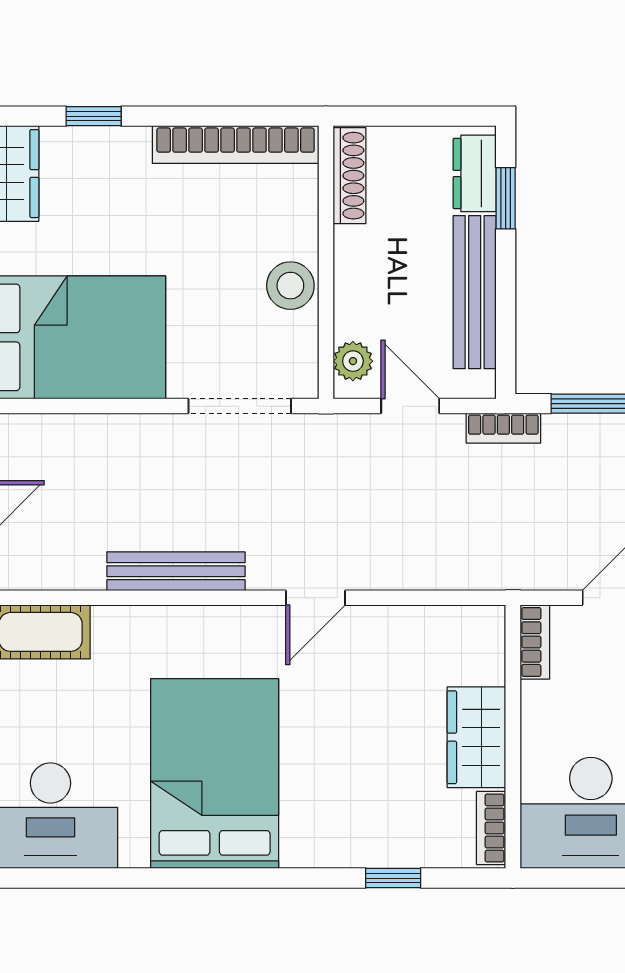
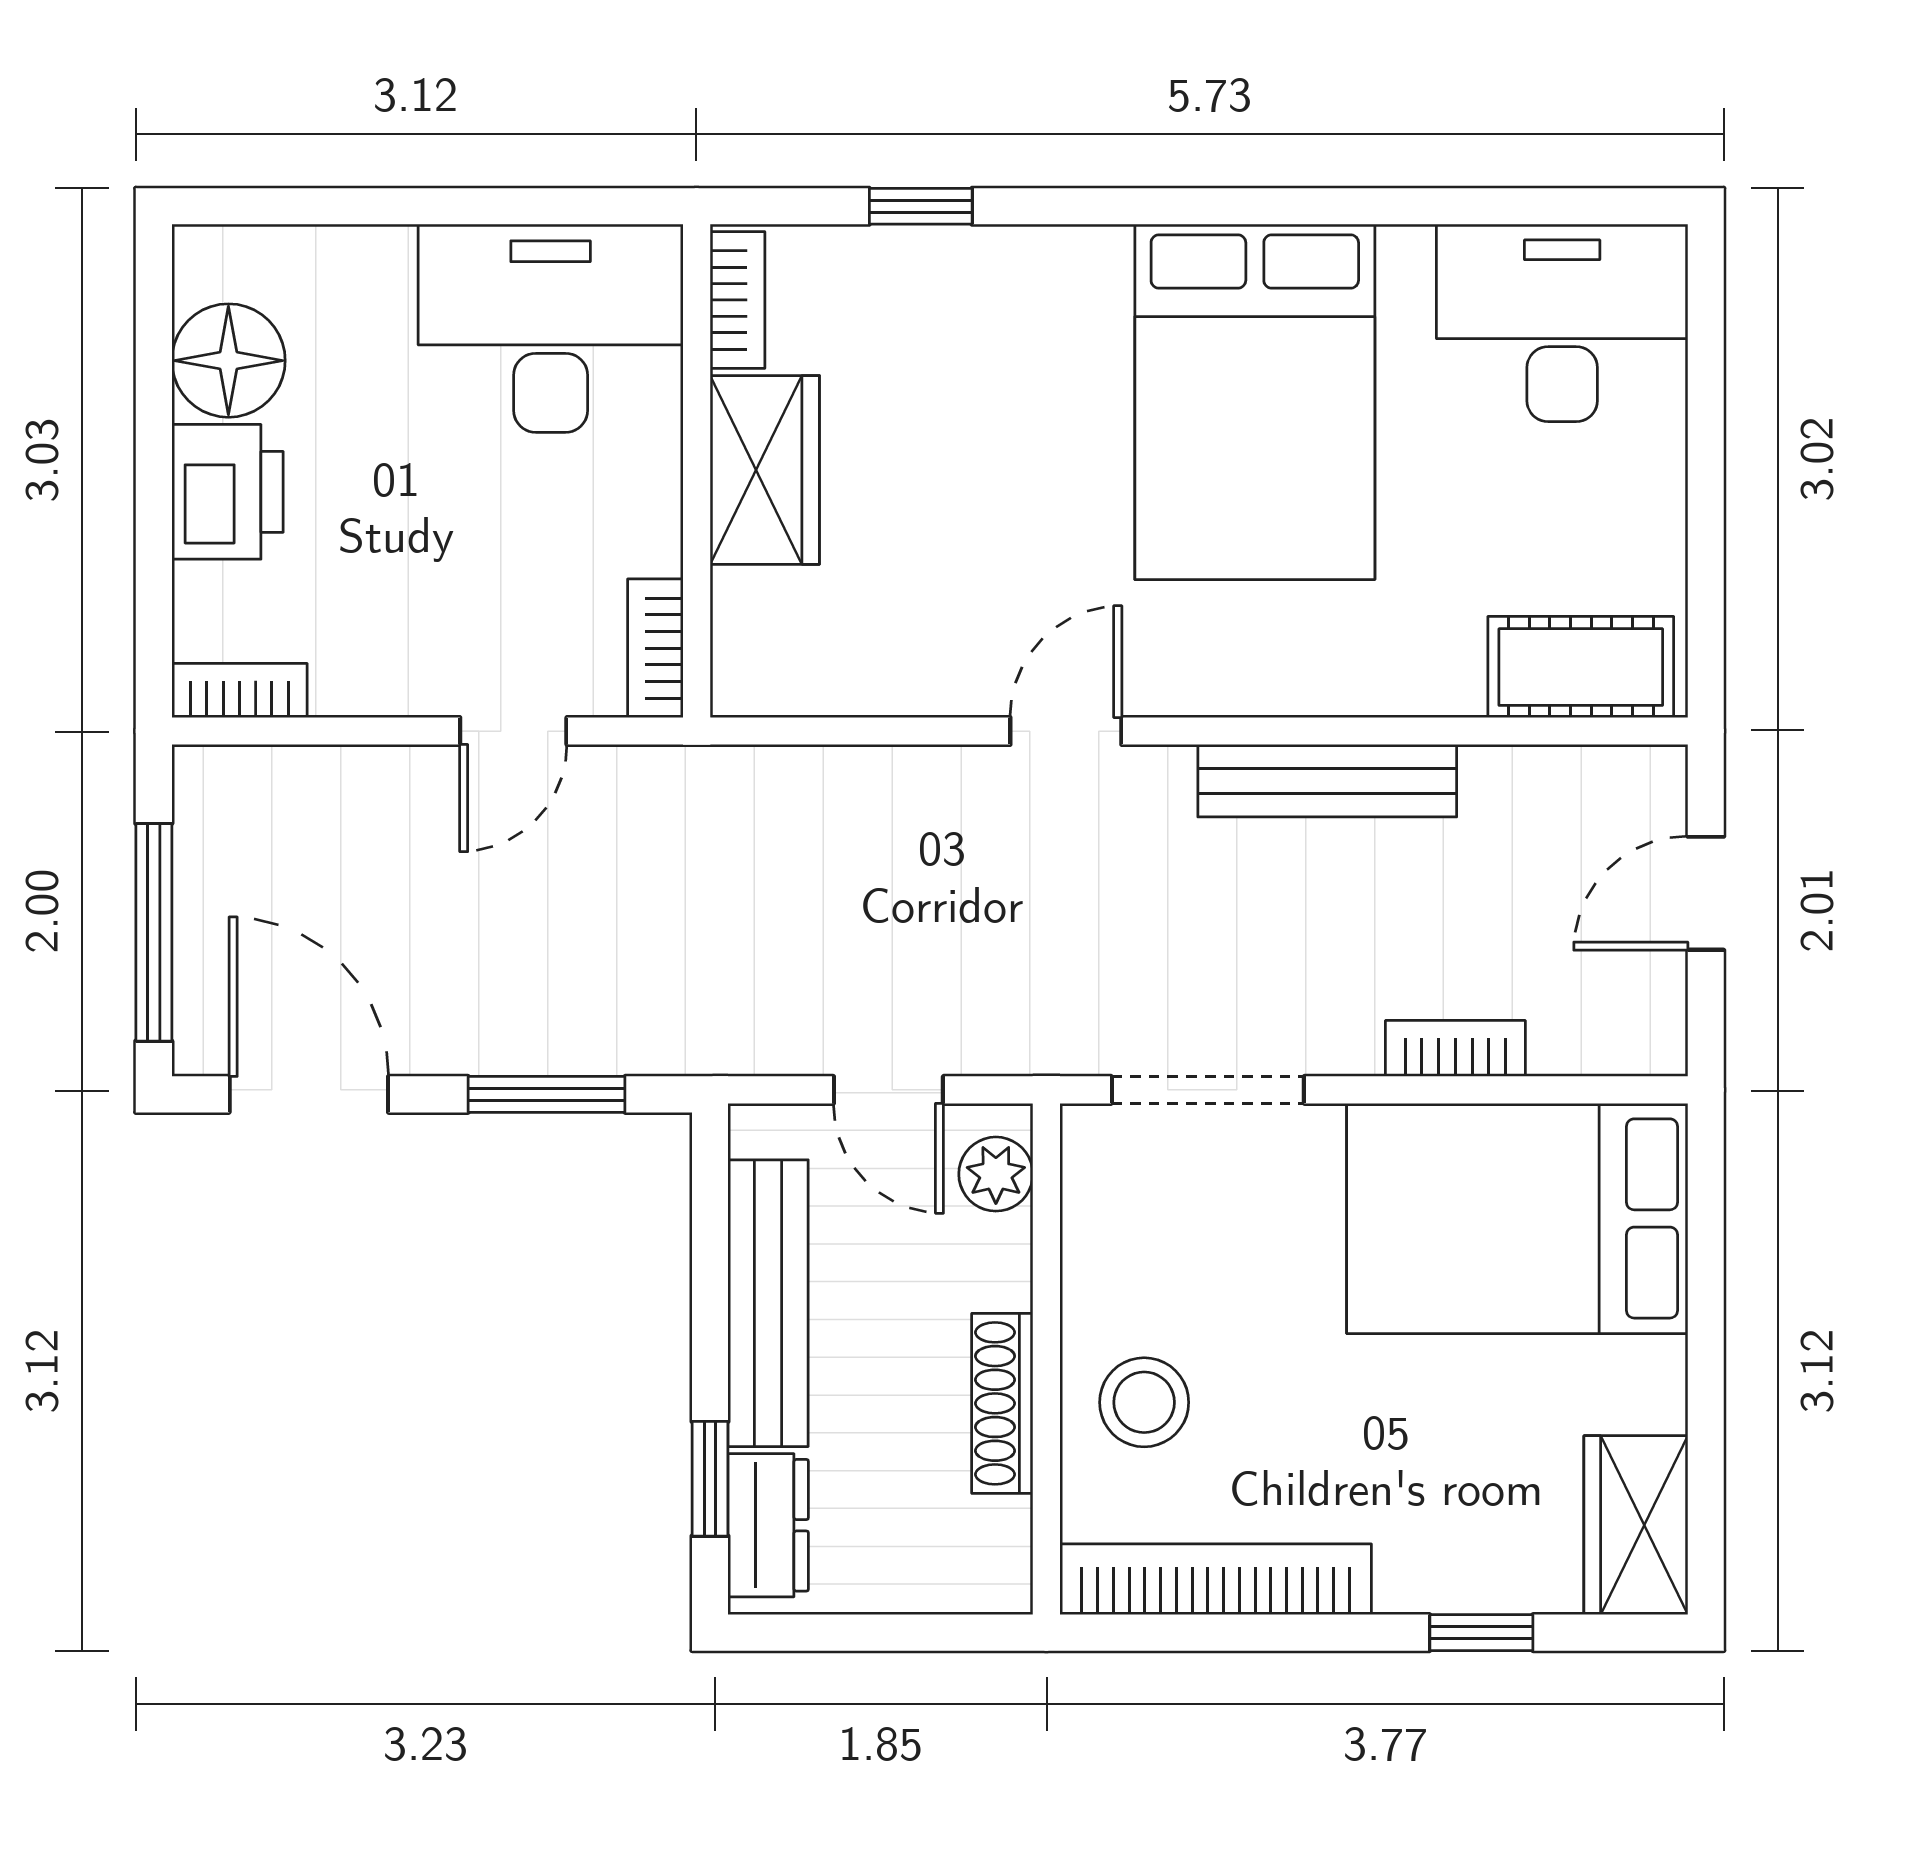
shoe rack: (349, 176) -> (1002, 1403), moved
stool: (290, 286) -> (1144, 1402), moved
bookcase: (503, 428) -> (1455, 1048), moved

